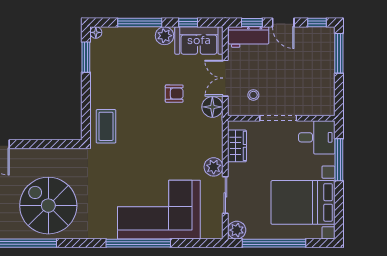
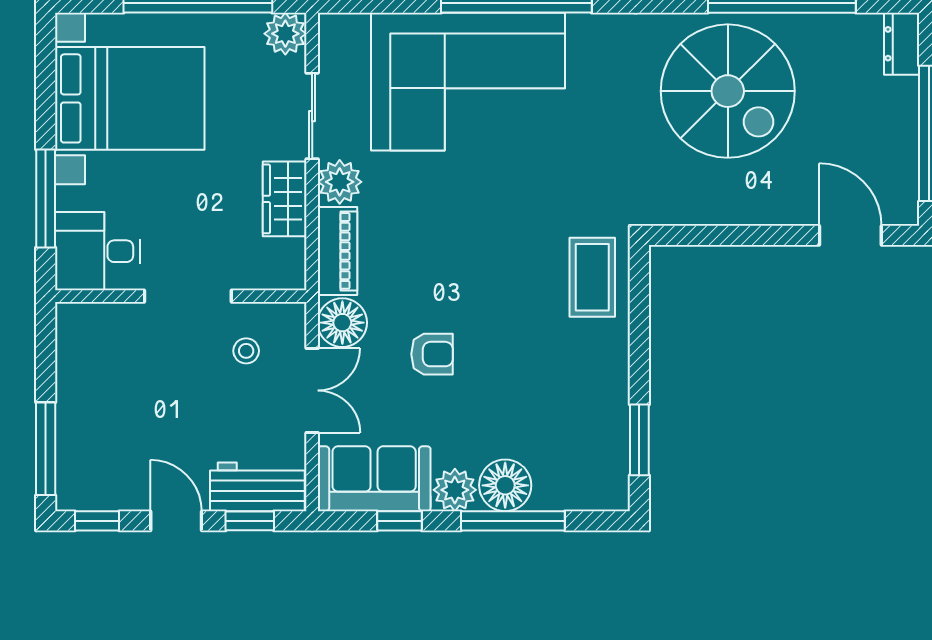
floor lamp: (96, 32) -> (505, 485), moved, width x1.89, depth x1.89
armchair: (174, 94) -> (432, 354), turned 180
piano: (214, 137) -> (337, 251), added
wardrobe: (237, 146) -> (285, 199), moved

